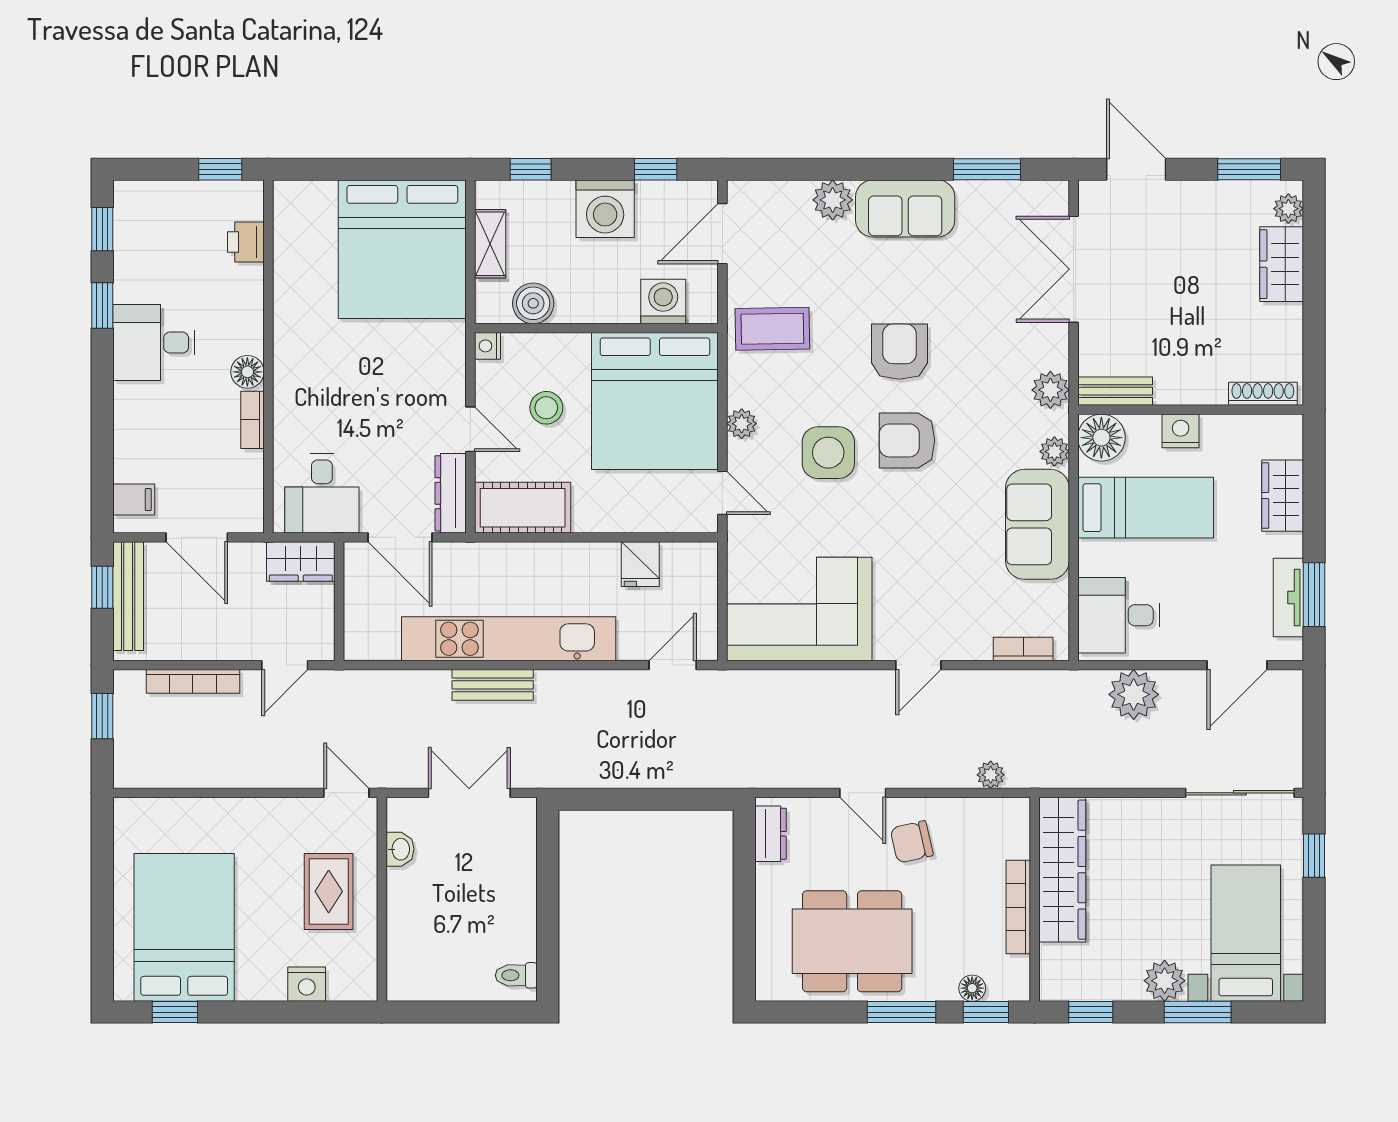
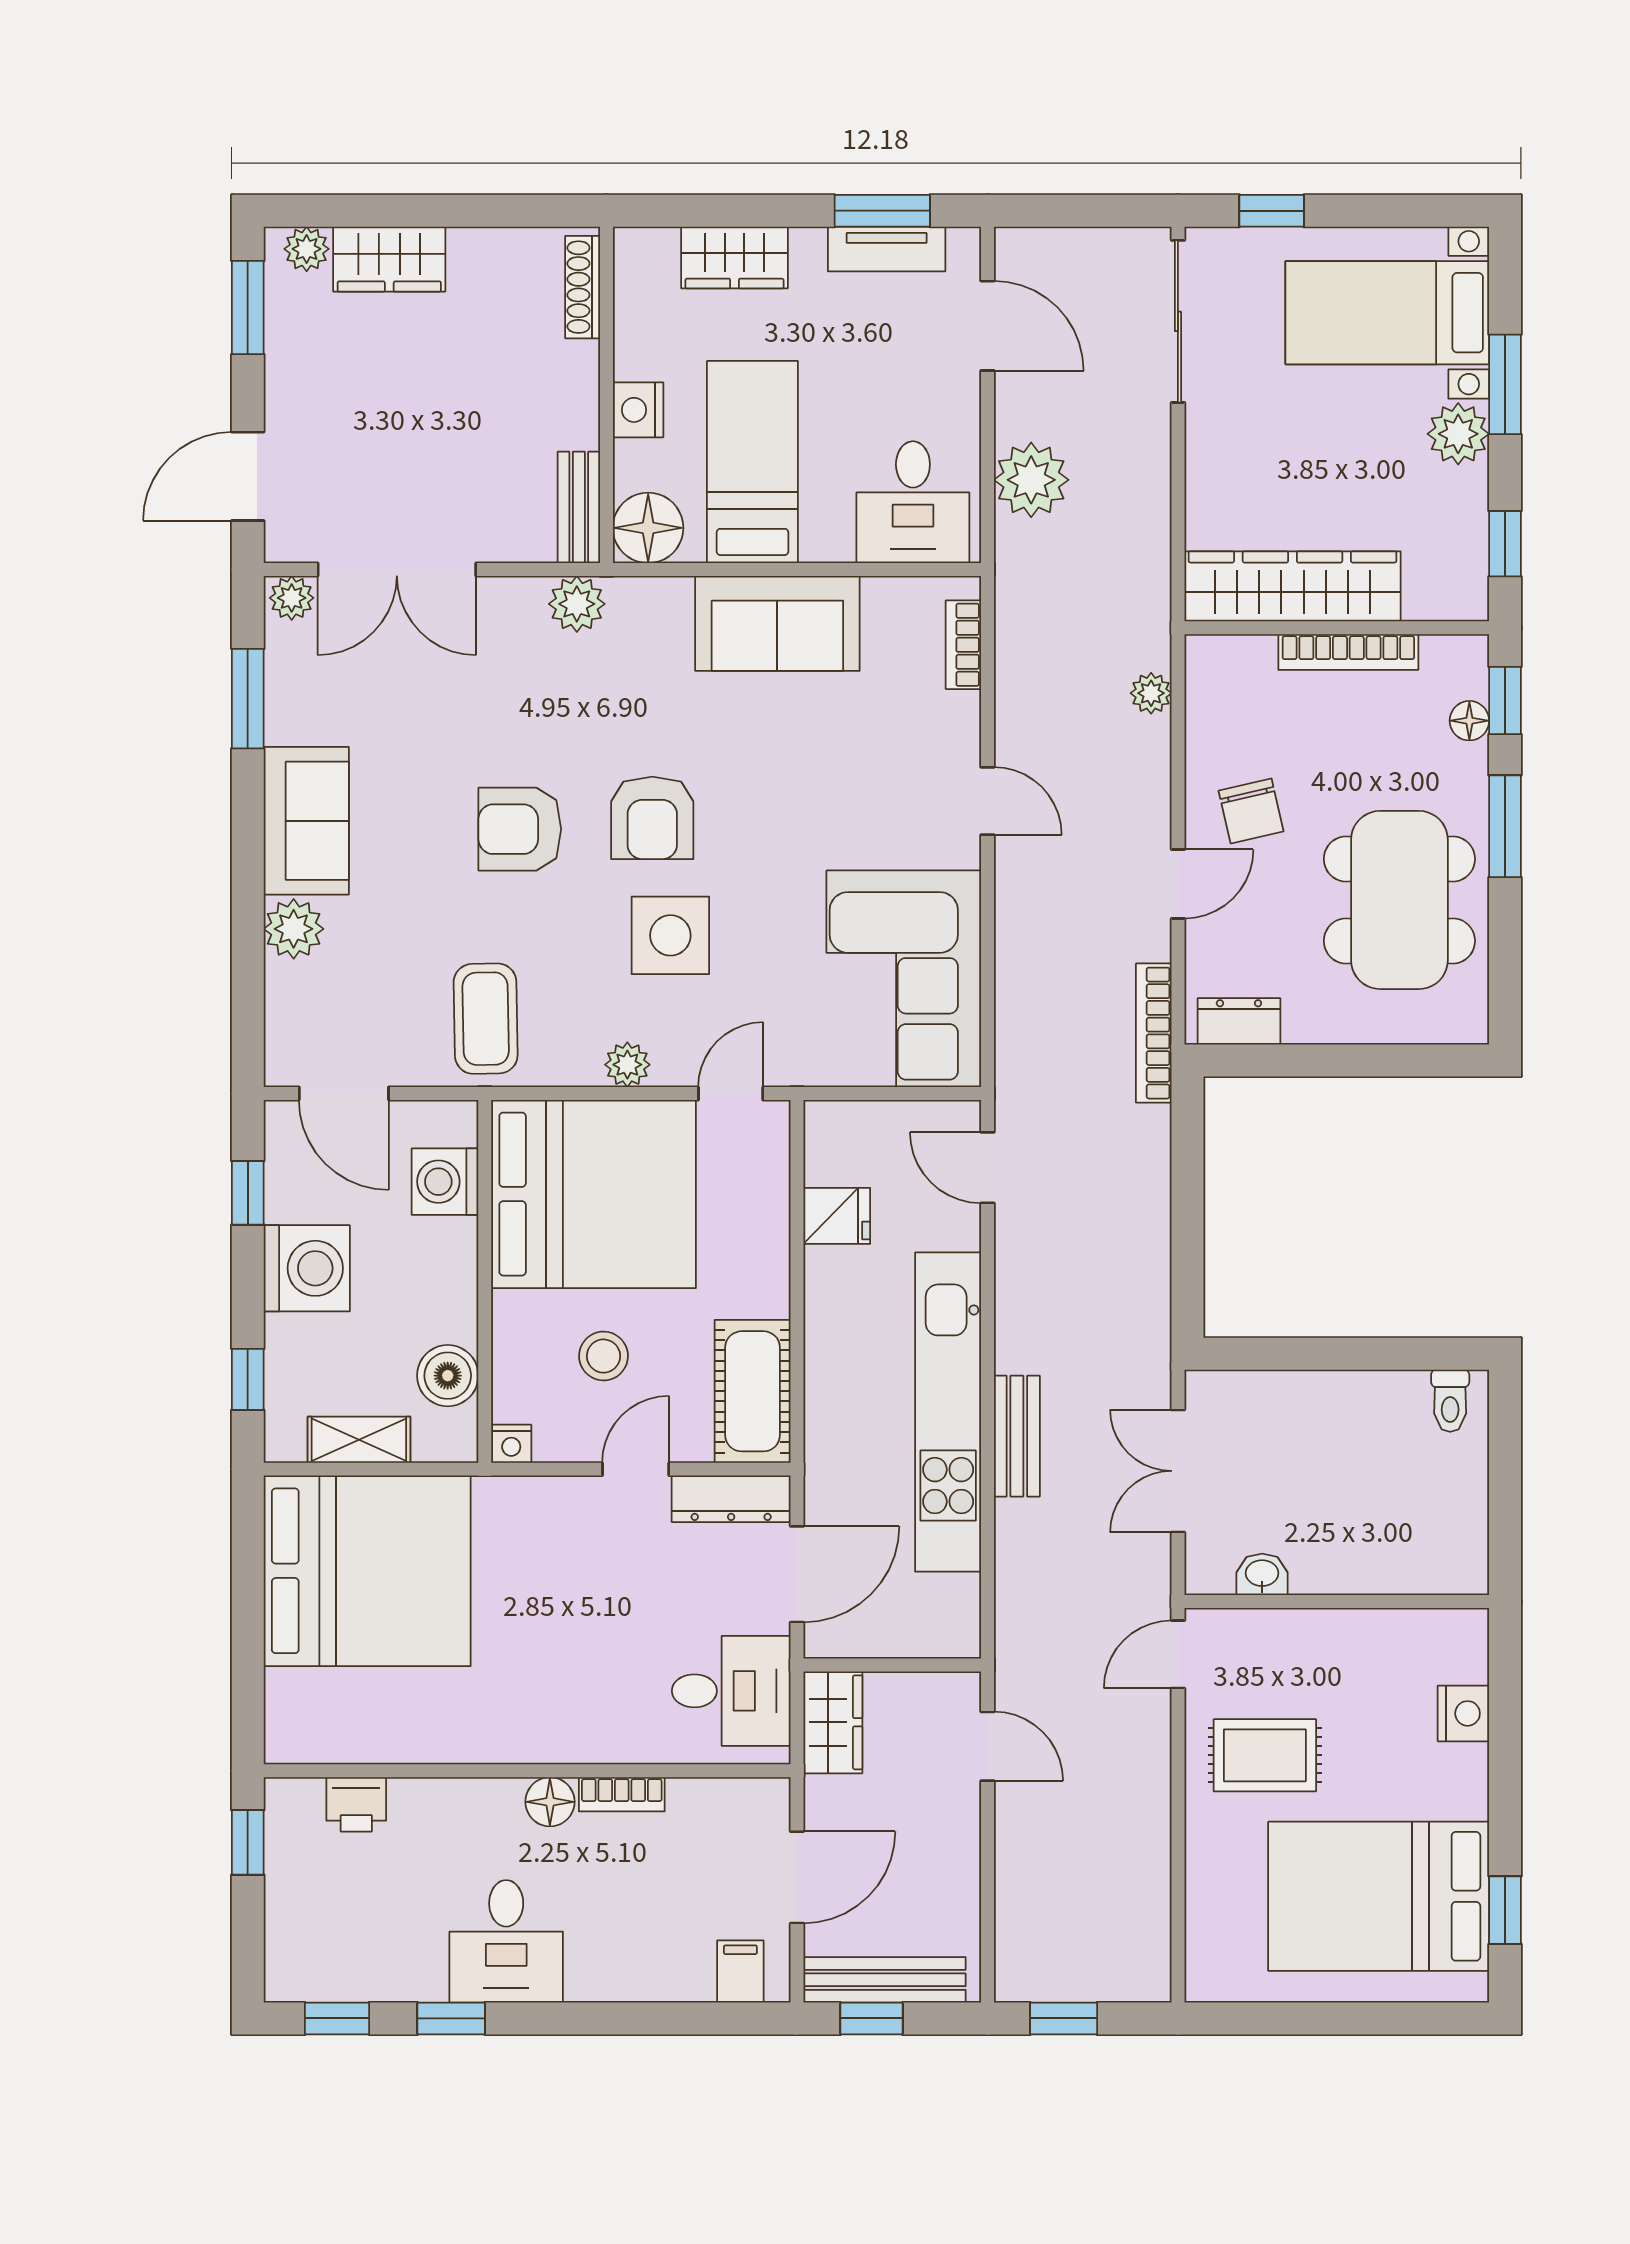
plant: (1054, 452) -> (292, 598), moved
bookcase: (193, 681) -> (1154, 1033), moved, turned 180
rug: (329, 891) -> (1265, 1755), moved

